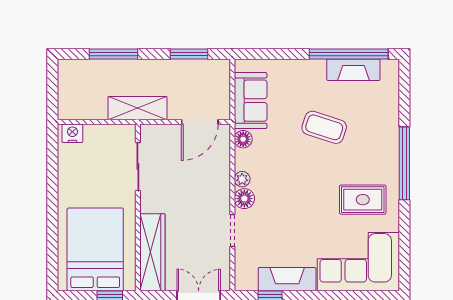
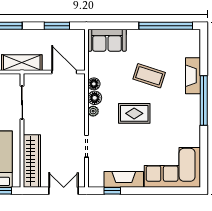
fireplace: (353, 70) -> (193, 76), moved, turned 90
sofa: (251, 101) -> (107, 40), moved, turned 90
door: (200, 122) -> (64, 72), swing flipped
floor lamp: (244, 199) -> (95, 98), moved
rug: (363, 200) -> (134, 113), moved

